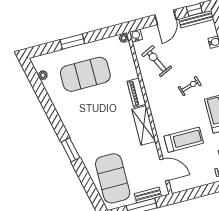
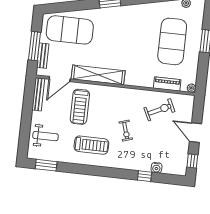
bench: (196, 19) -> (38, 94), moved
water cooler: (136, 36) -> (189, 100), removed
piano: (136, 93) -> (167, 84), moved
shelving: (144, 125) -> (98, 75), width x1.47

